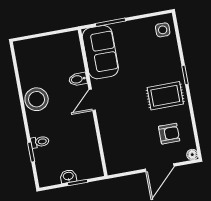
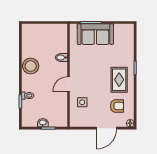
side table: (163, 30) -> (82, 102), moved
sofa: (100, 52) -> (95, 34), moved, turned 90
rug: (165, 96) -> (119, 80), turned 90
door: (92, 100) -> (69, 84), moved

